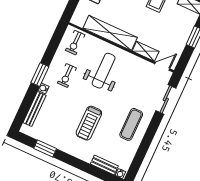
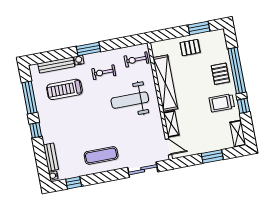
weight bench: (104, 71) -> (130, 100), turned 180
treadmill: (89, 123) -> (64, 89), moved
window: (45, 148) -> (29, 97), width x1.44
window: (74, 162) -> (36, 130), added
window: (137, 162) -> (74, 183), added

